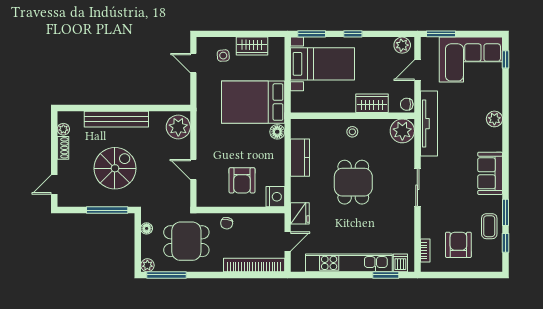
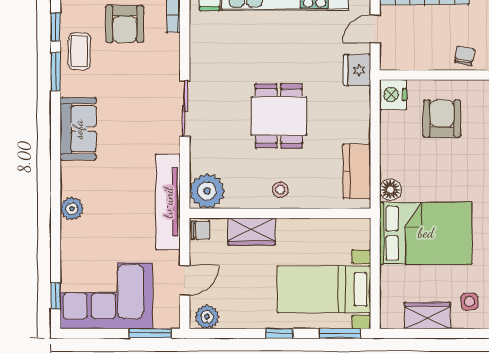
kitchen counter: (300, 158) -> (357, 171), moved

